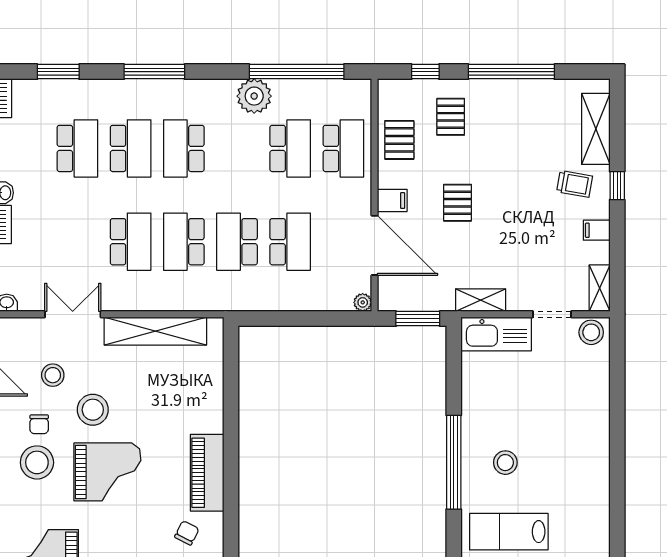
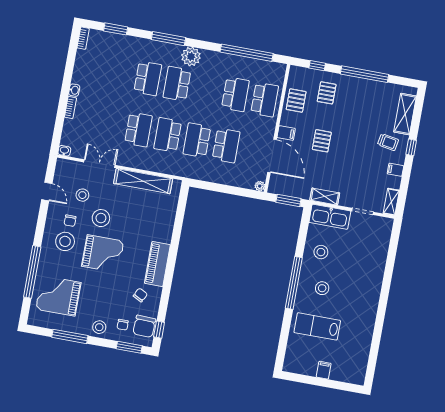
plant: (254, 96) -> (191, 57), moved
school desk: (77, 148) -> (119, 73), removed
stool: (591, 332) -> (321, 252), moved

